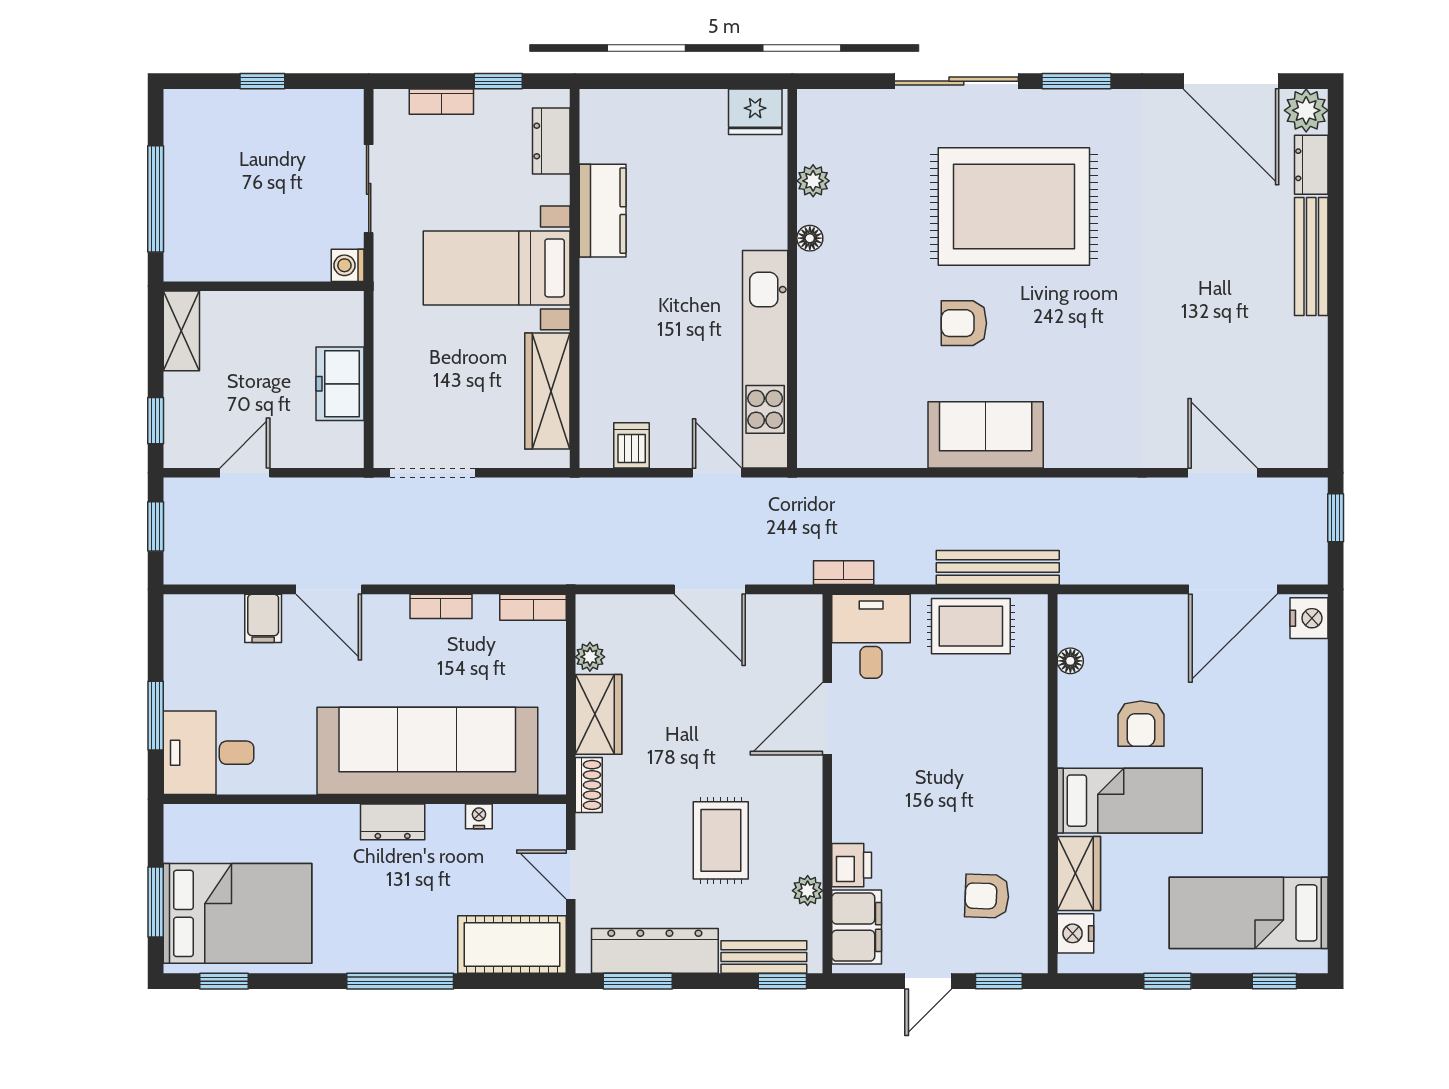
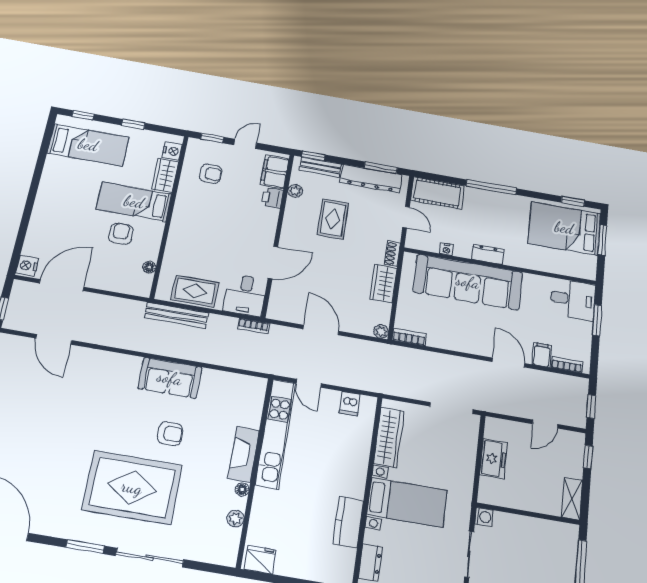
fireplace: (819, 307) -> (244, 454), added
bookcase: (441, 606) -> (567, 365), moved
plant: (590, 657) -> (381, 332), moved

